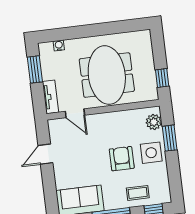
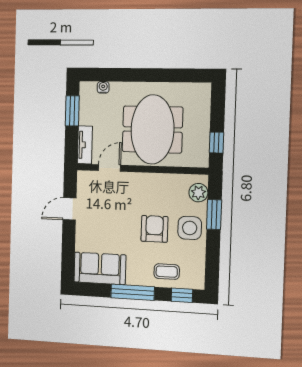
door: (75, 113) -> (109, 168), swing flipped

